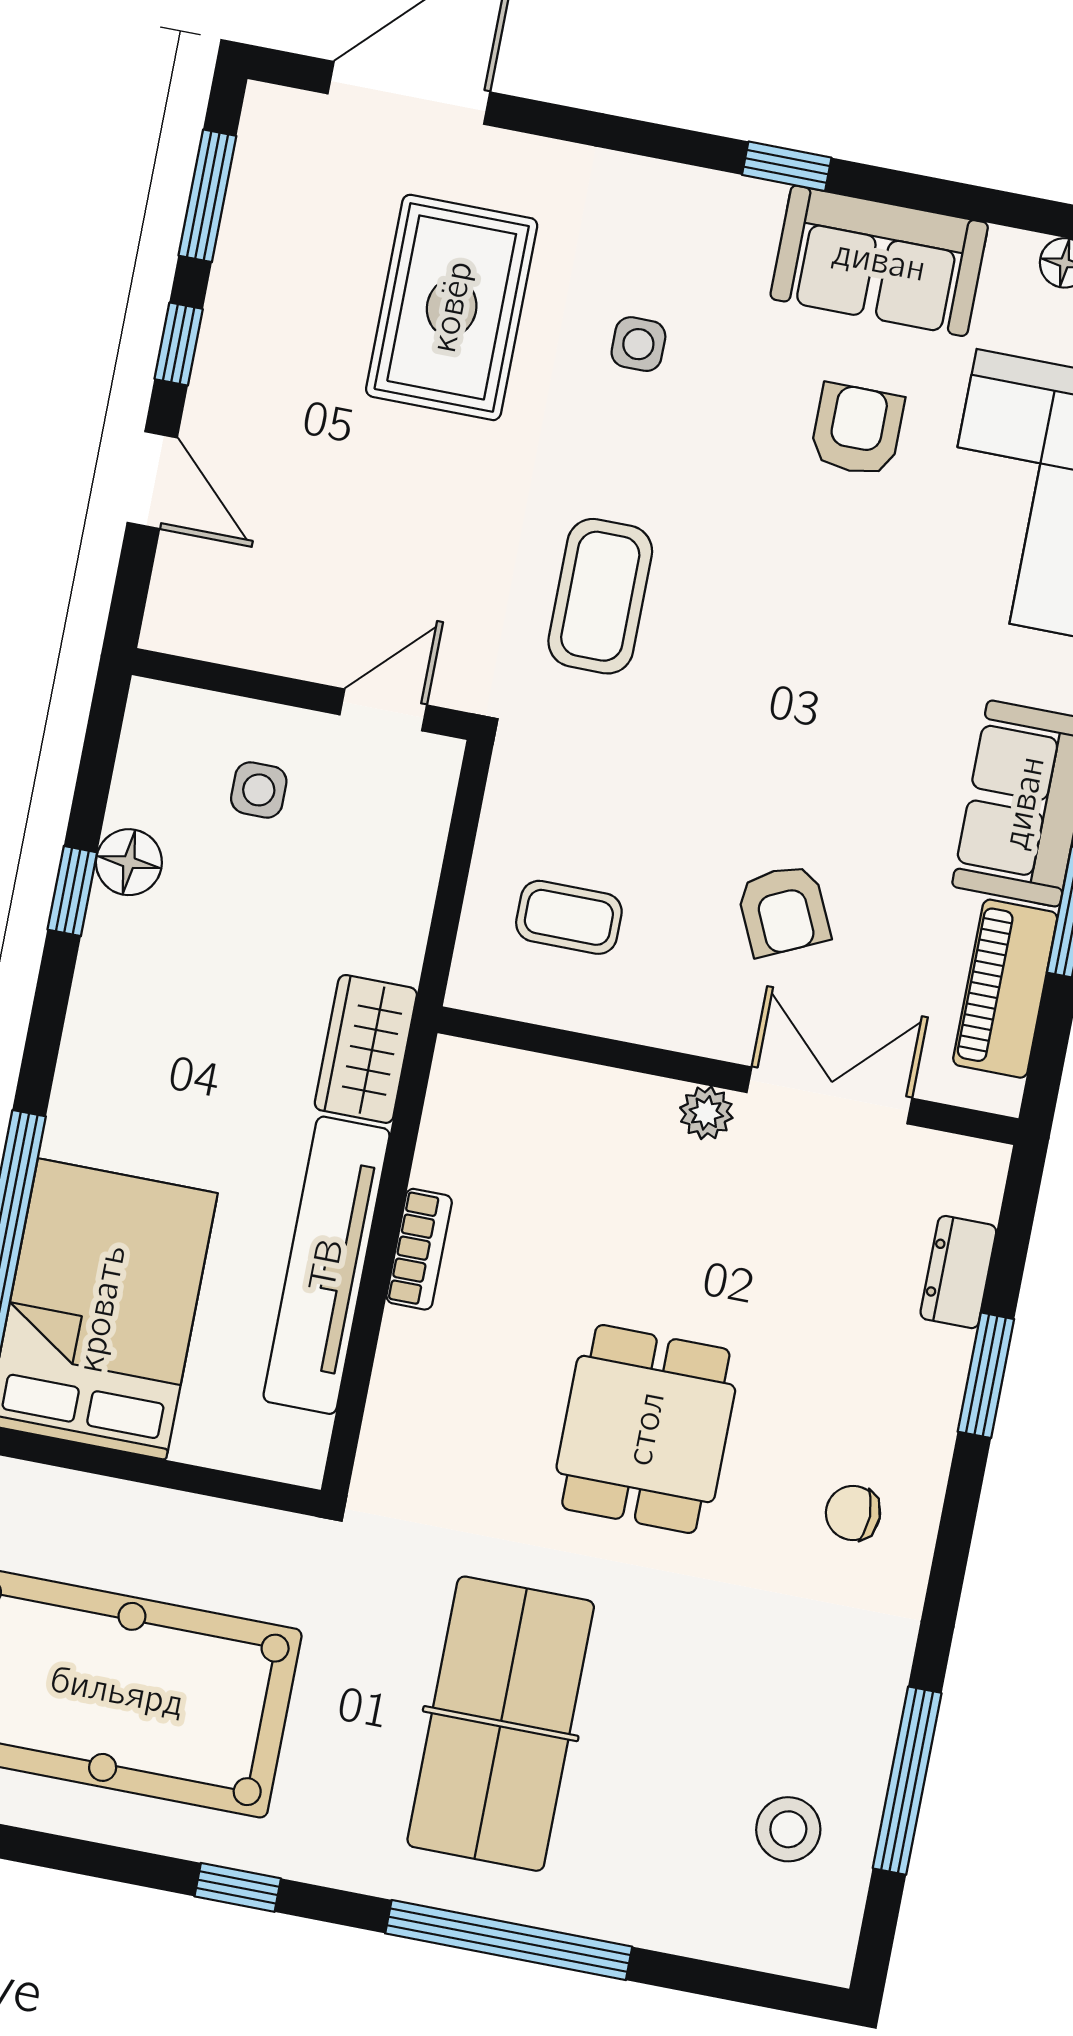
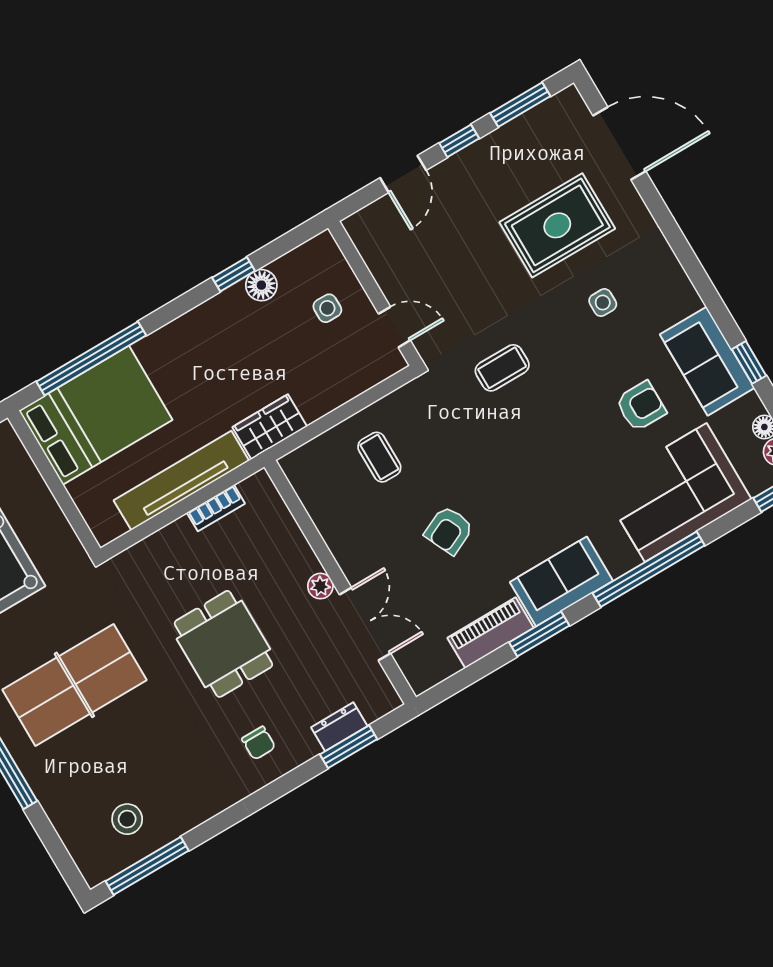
window: (787, 166) -> (749, 362), moved
coffee table: (600, 596) -> (502, 368), width x0.73, depth x0.77
wall: (728, 1076) -> (340, 582), moved
double door: (829, 1095) -> (365, 624), moved
plant: (706, 1113) -> (320, 586), moved
dresser: (958, 1272) -> (339, 727), moved
dining table: (646, 1429) -> (223, 644), turned 90
chair: (853, 1513) -> (259, 743), turned 180
window: (907, 1781) -> (147, 866), moved

